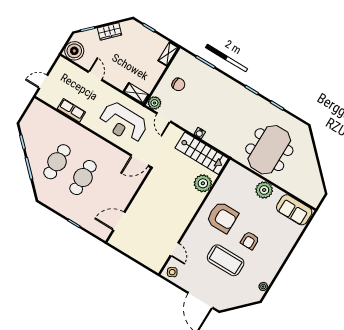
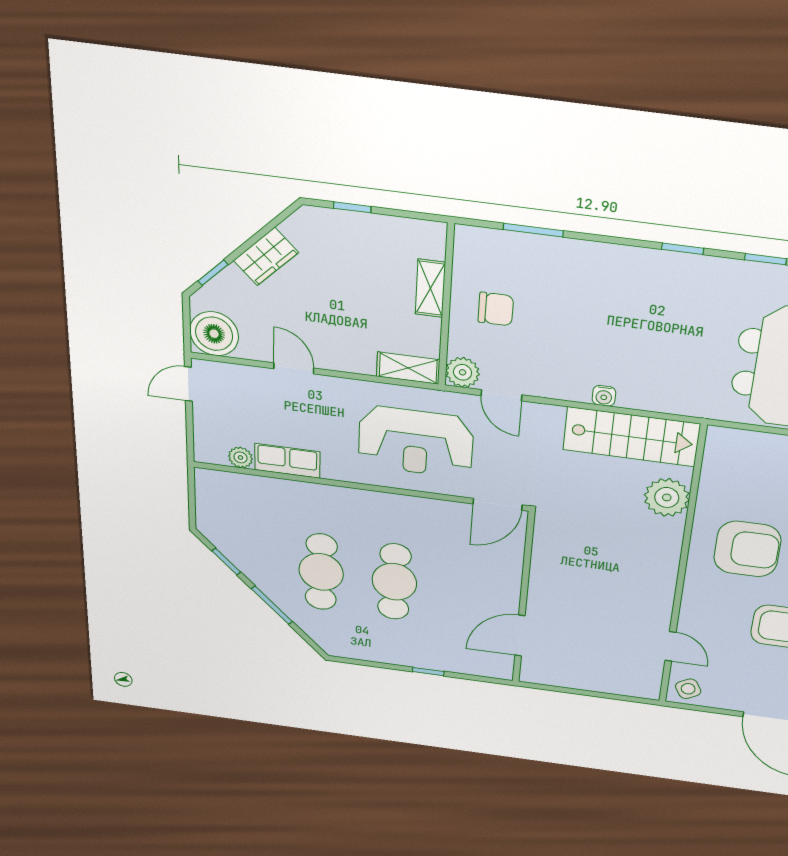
shelving: (168, 54) -> (430, 288), moved
door: (43, 82) -> (188, 384), moved
plant: (55, 102) -> (241, 457), added

